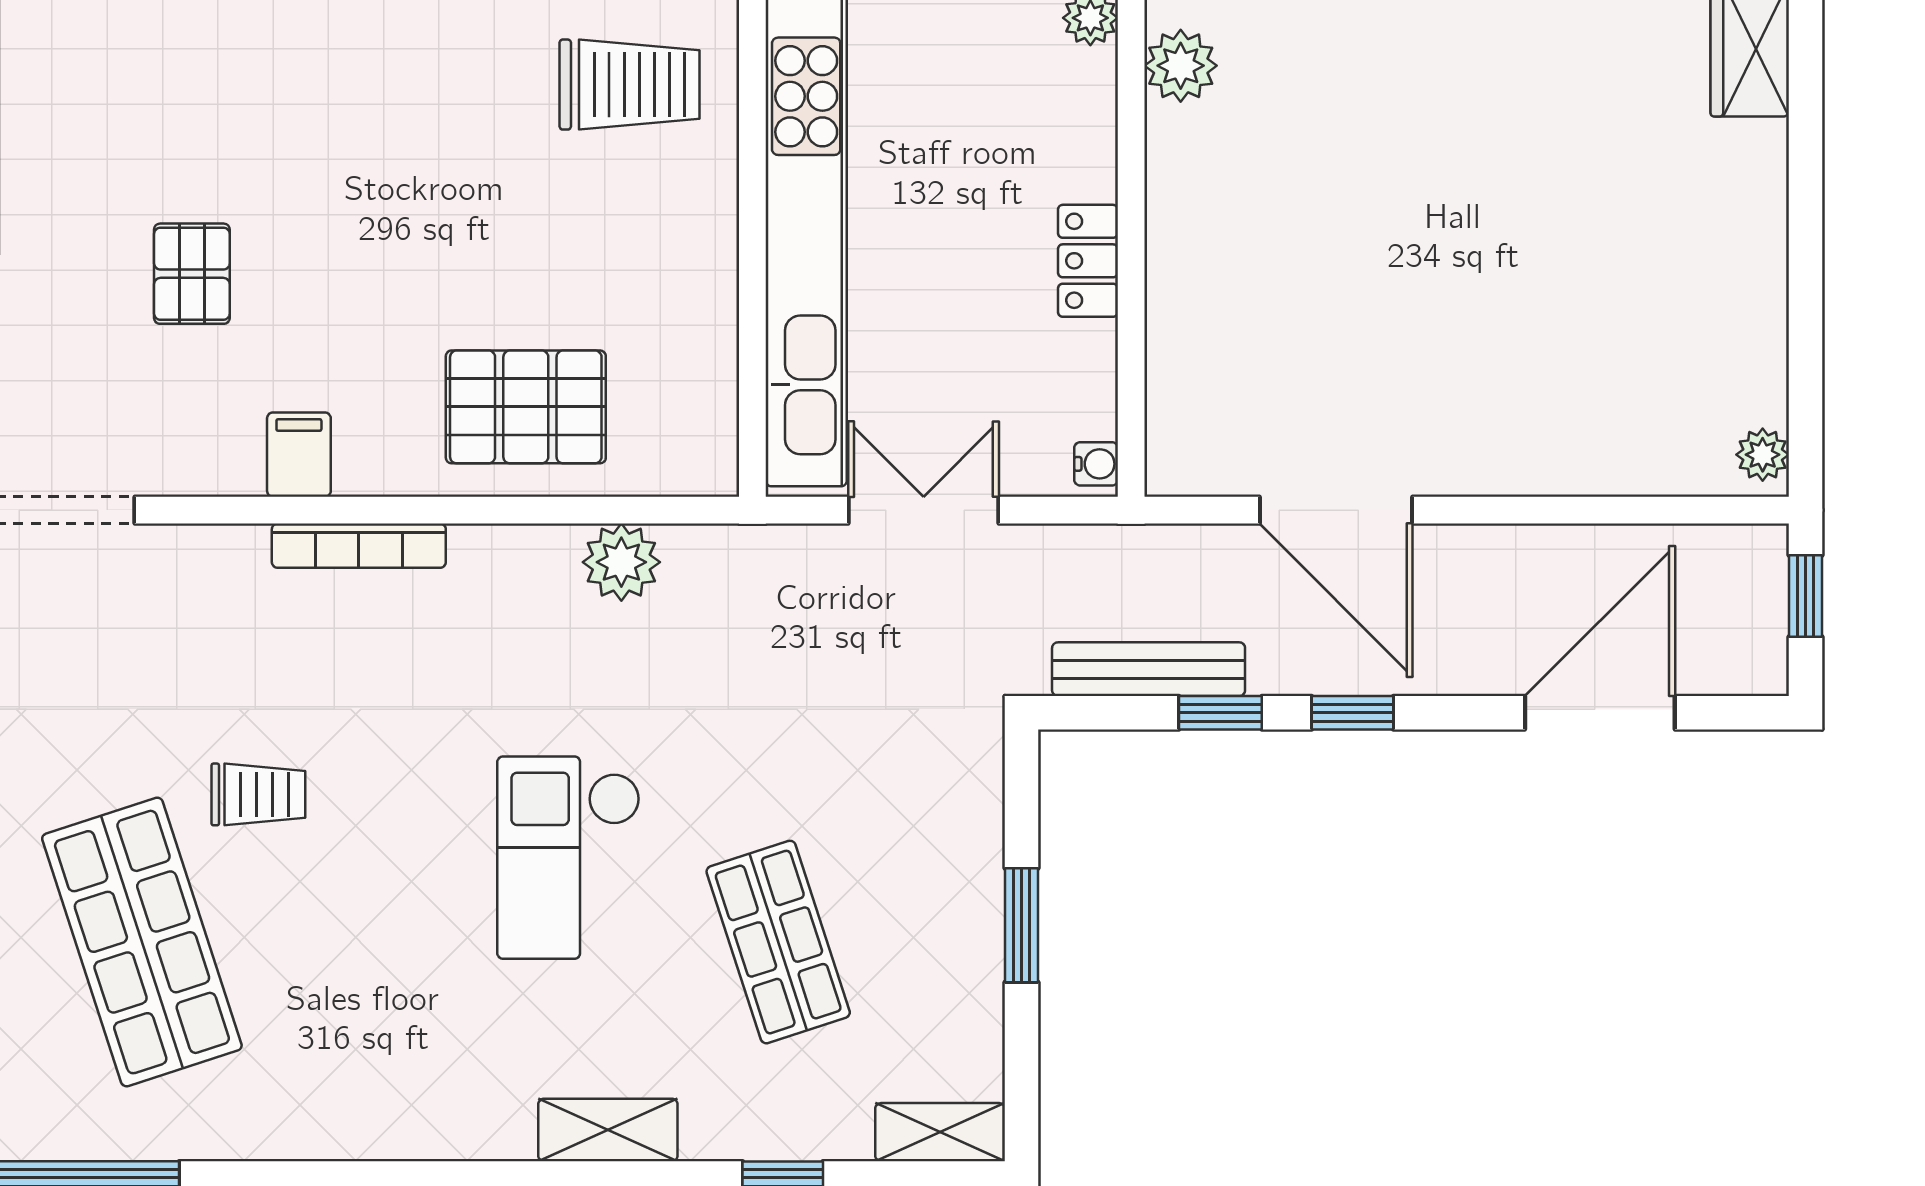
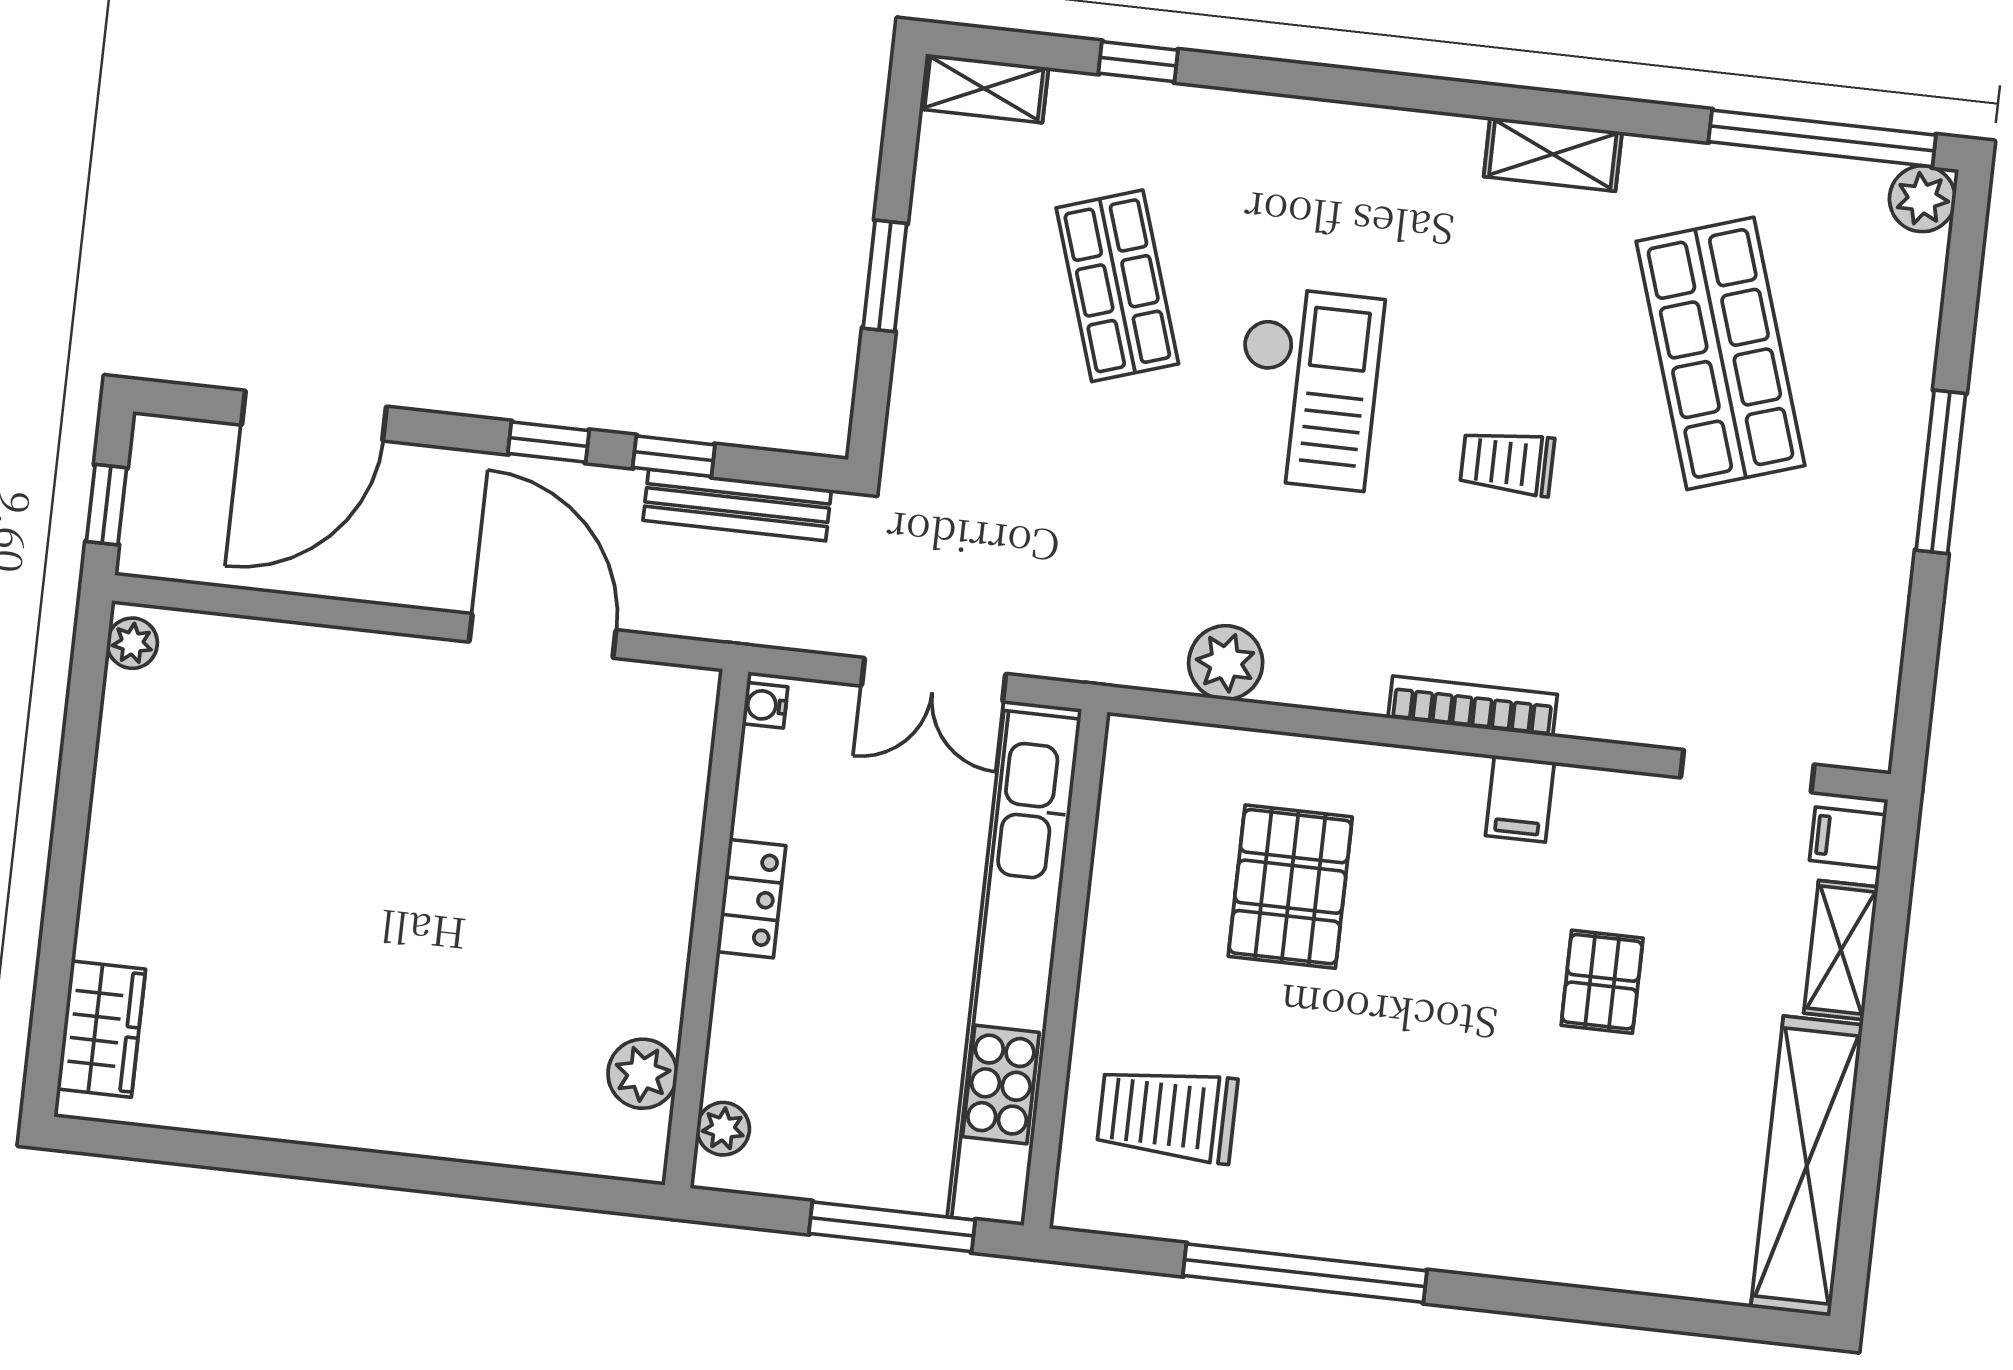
pallet: (526, 407) -> (1290, 887), moved, turned 90
trolley: (258, 794) -> (1507, 463), moved
shelving: (608, 1130) -> (1553, 154), moved

